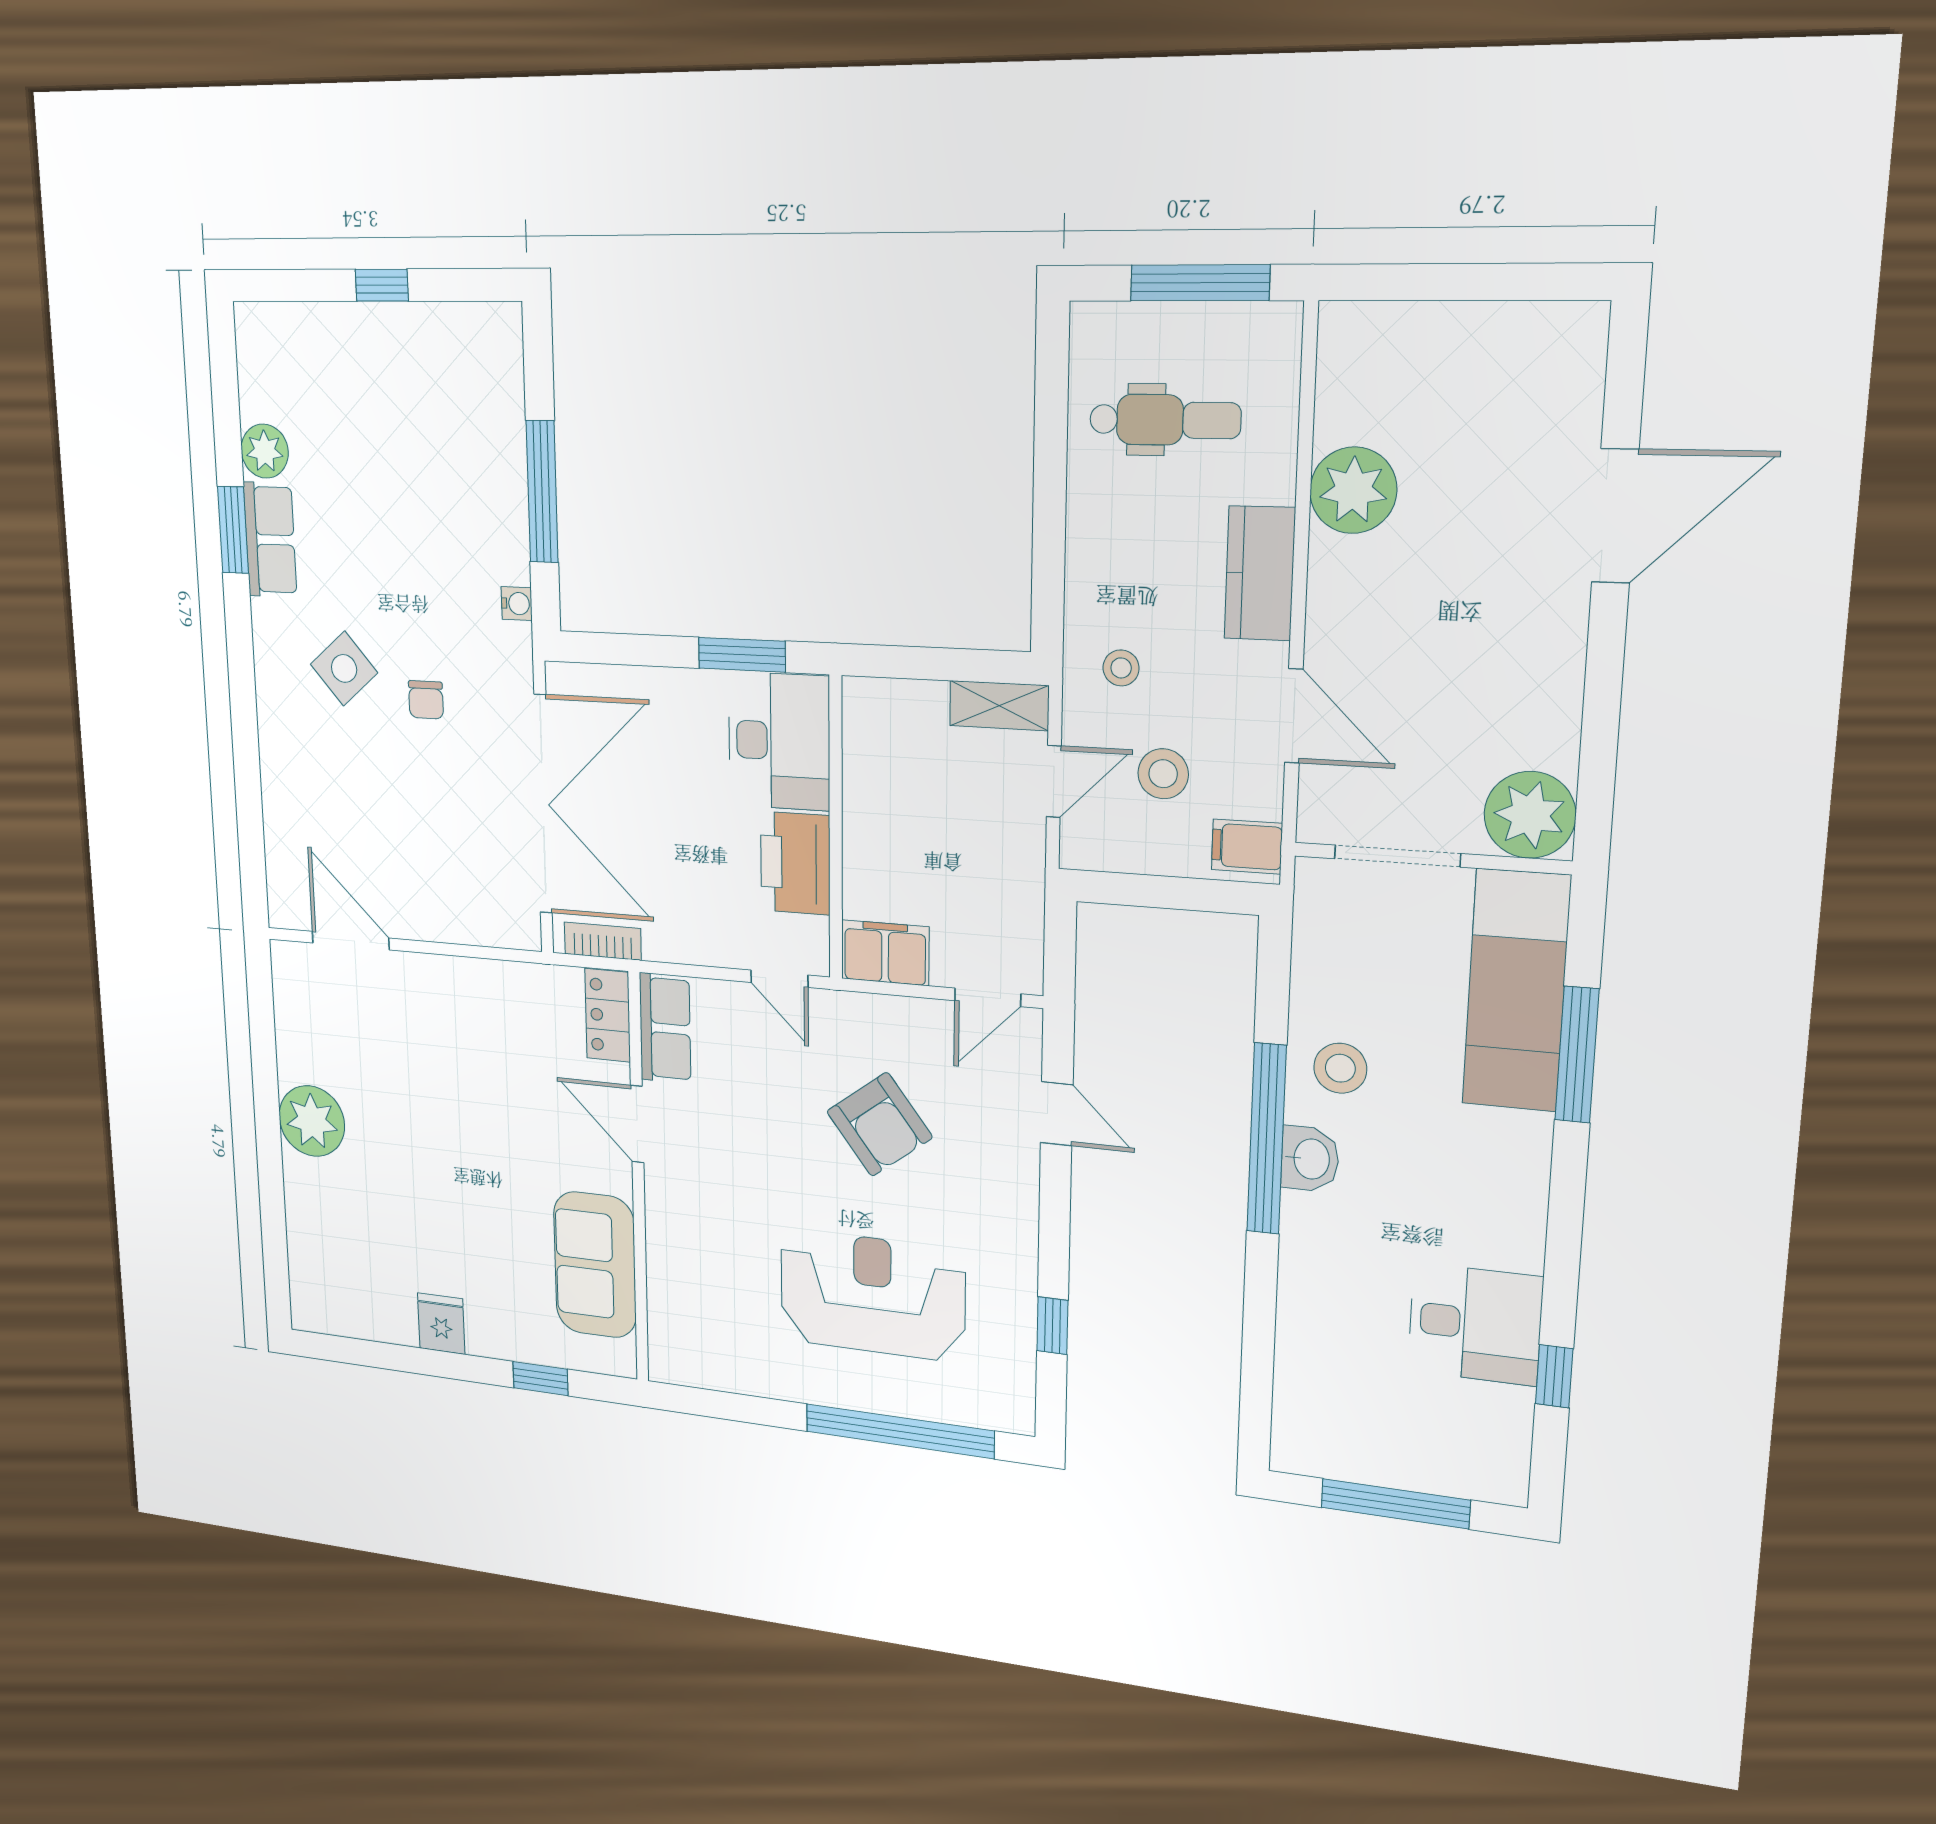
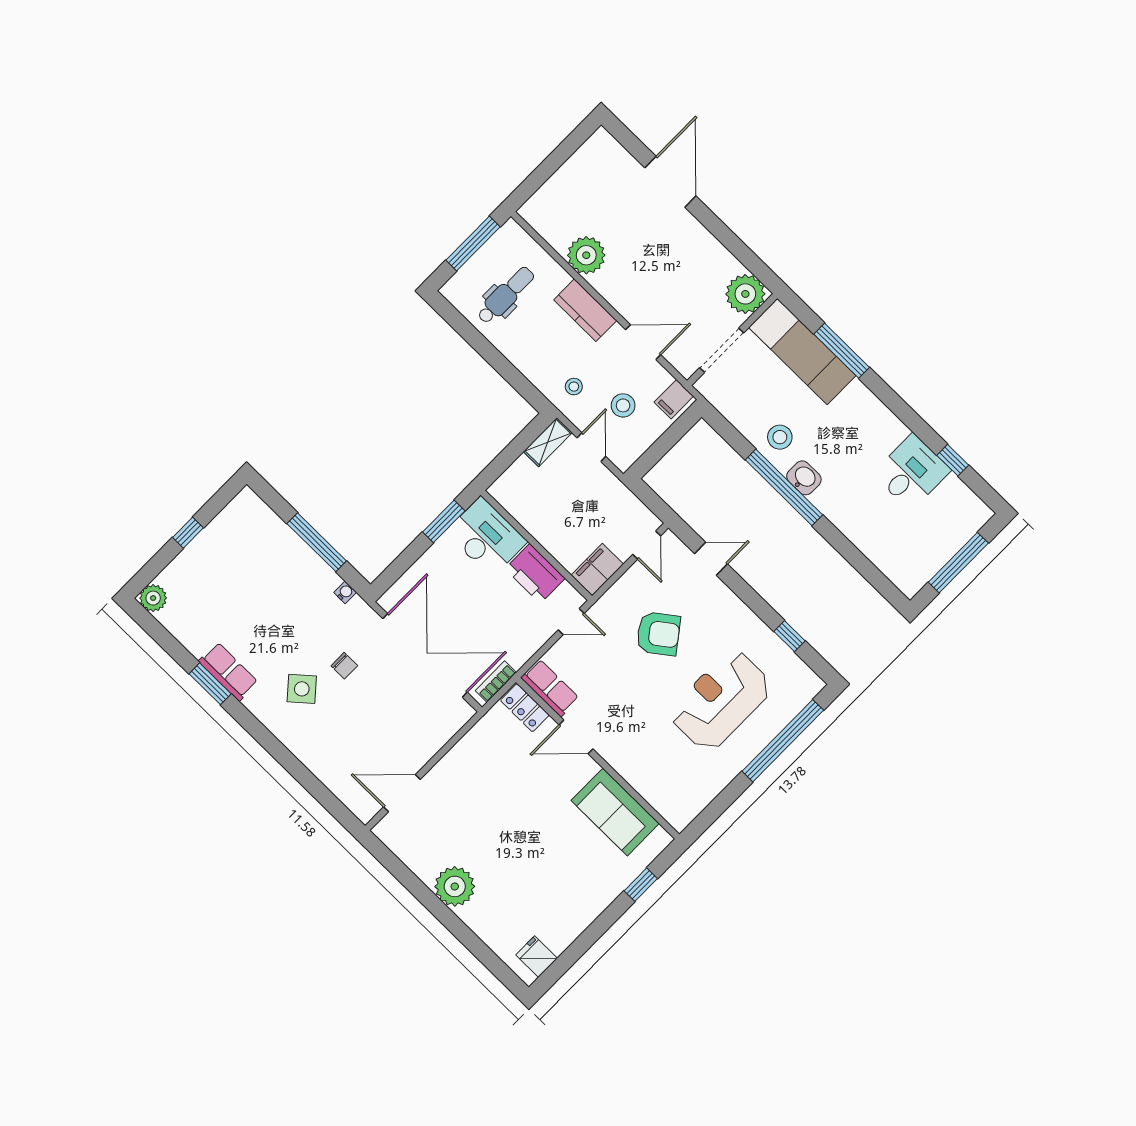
plant: (265, 451) -> (153, 598), moved
fridge: (441, 1324) -> (537, 957), moved

